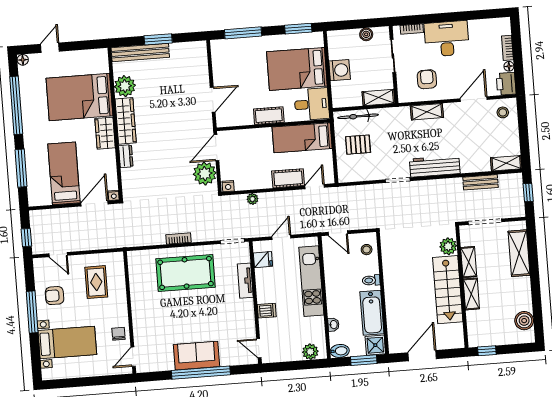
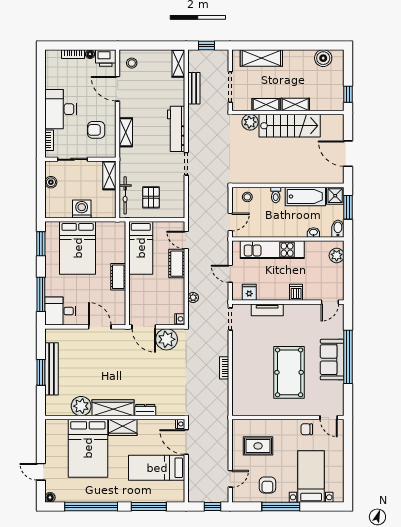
bench: (140, 52) -> (52, 369), moved
desk: (312, 104) -> (60, 311), moved, turned -90
pool table: (186, 273) -> (289, 372), moved

